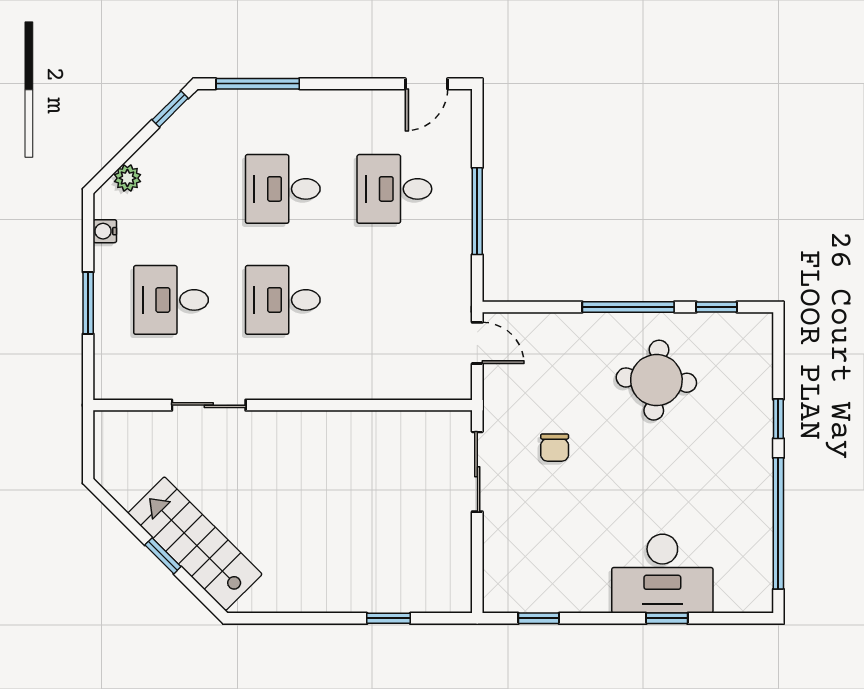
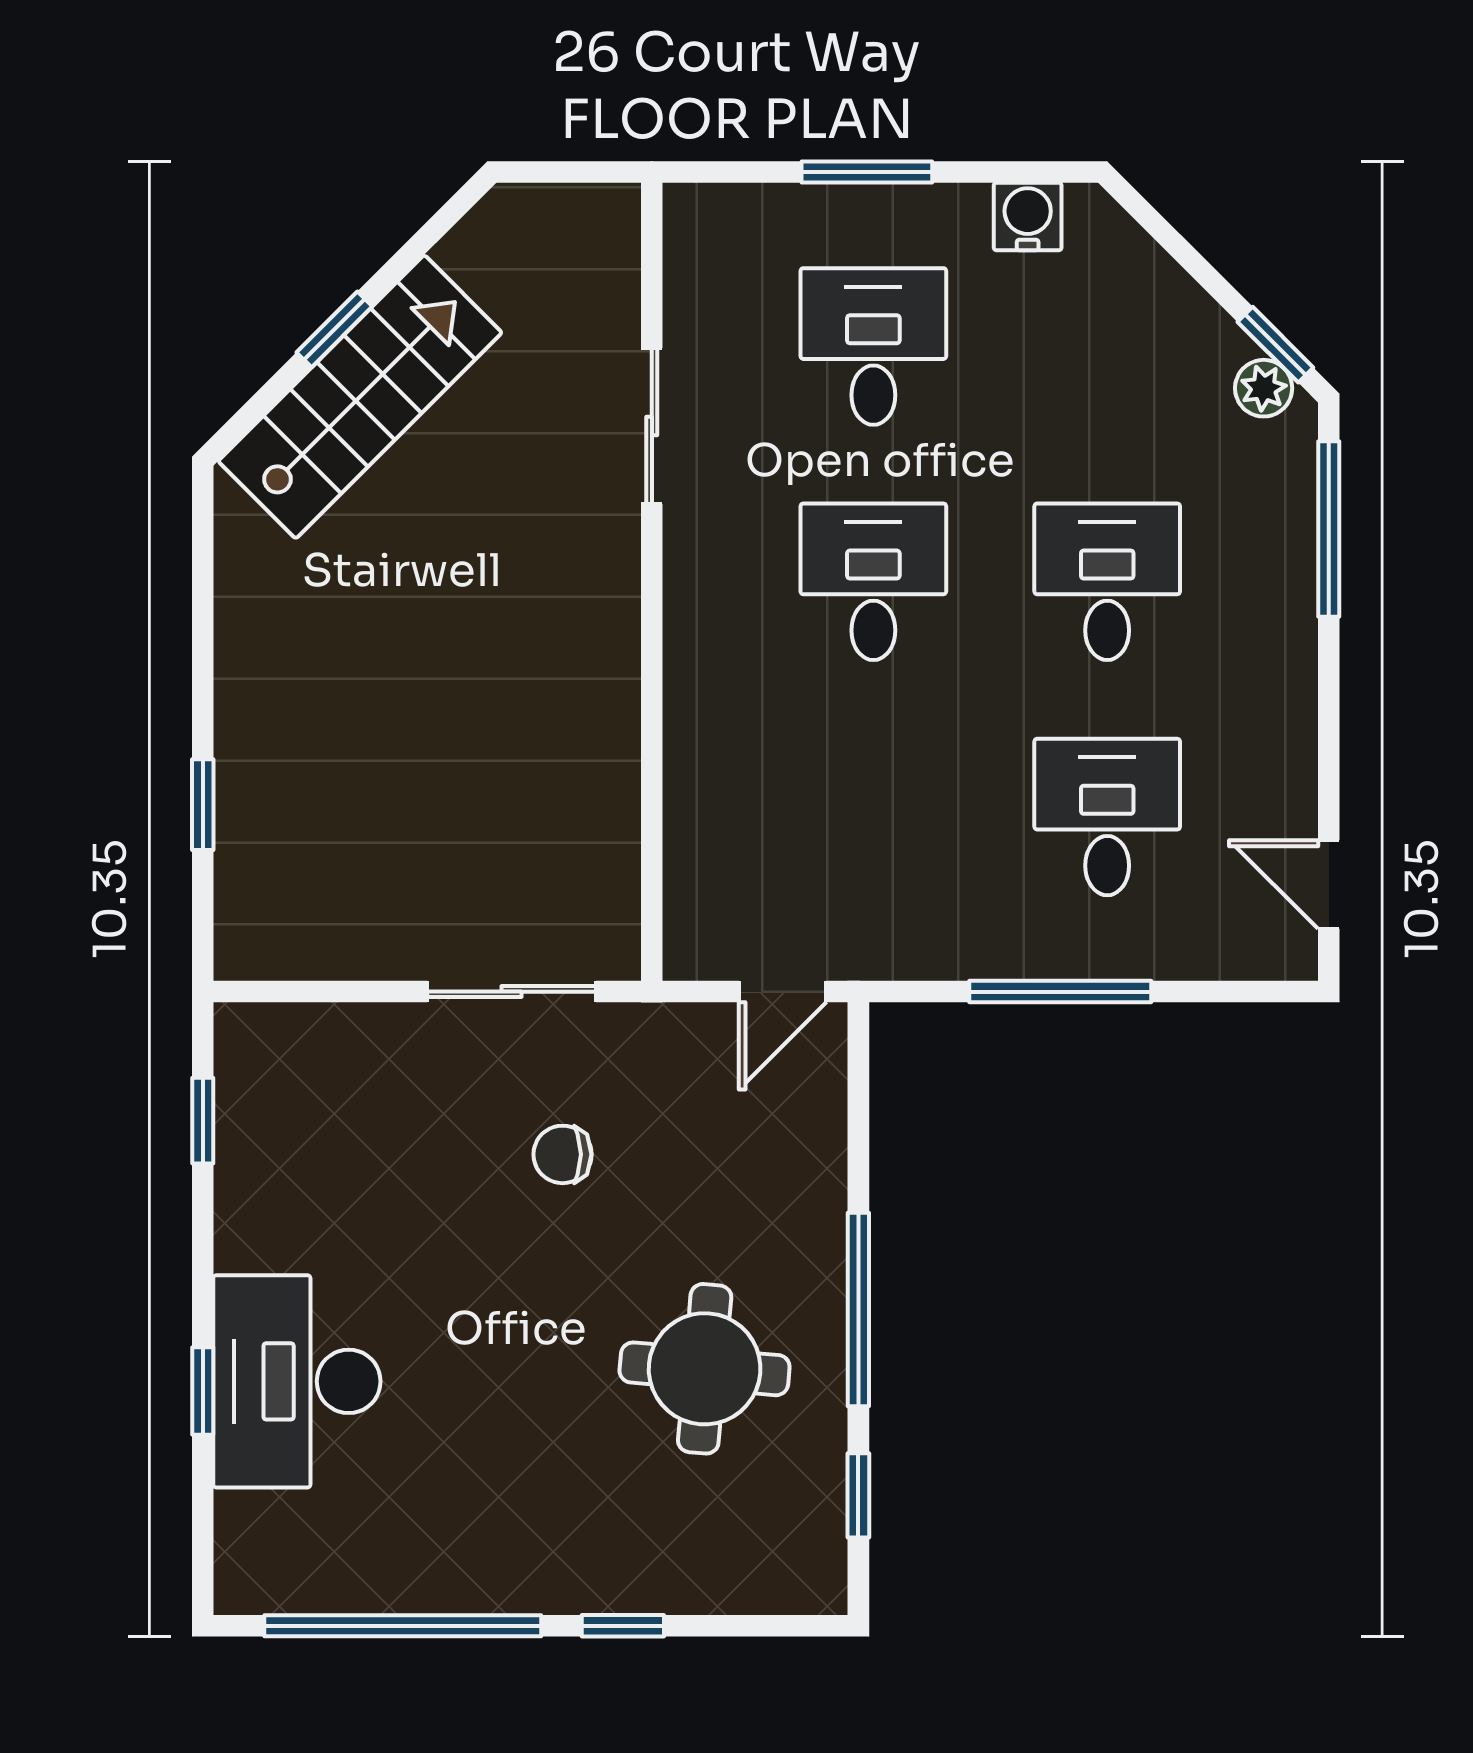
plant: (127, 178) -> (1264, 388), moved
water cooler: (105, 231) -> (1028, 217), width x1.38, depth x1.38

